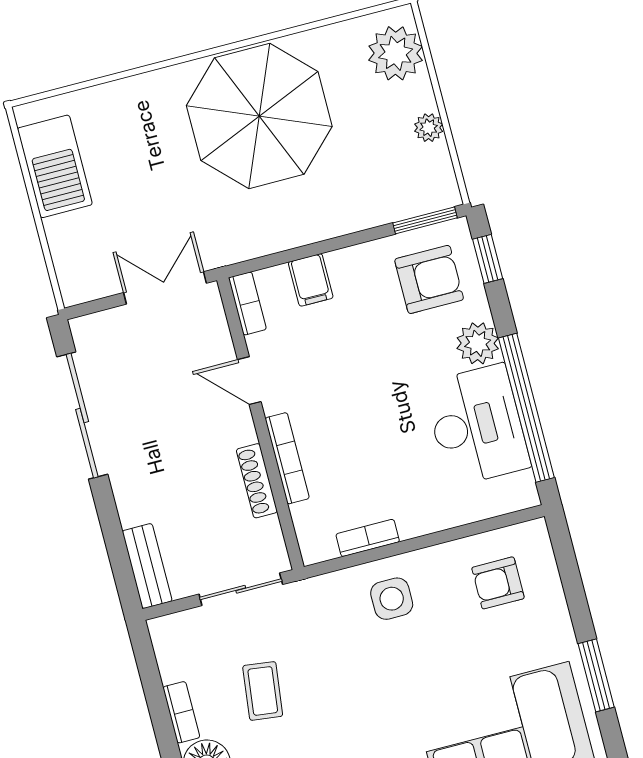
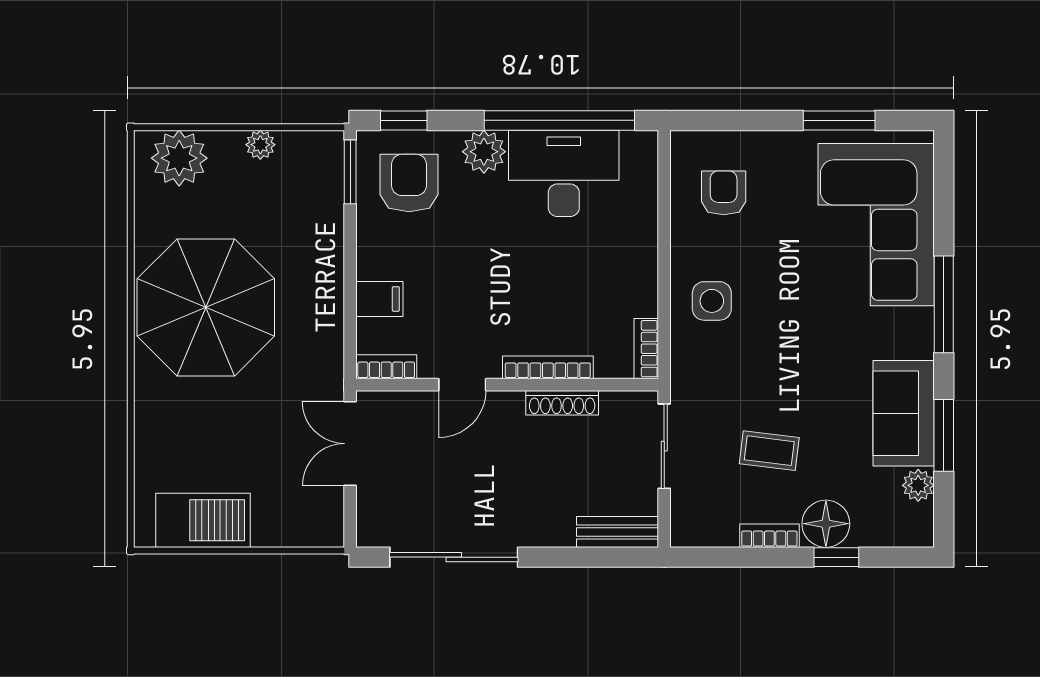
bookcase: (368, 538) -> (646, 349), moved
armchair: (498, 583) -> (724, 193), turned 180

